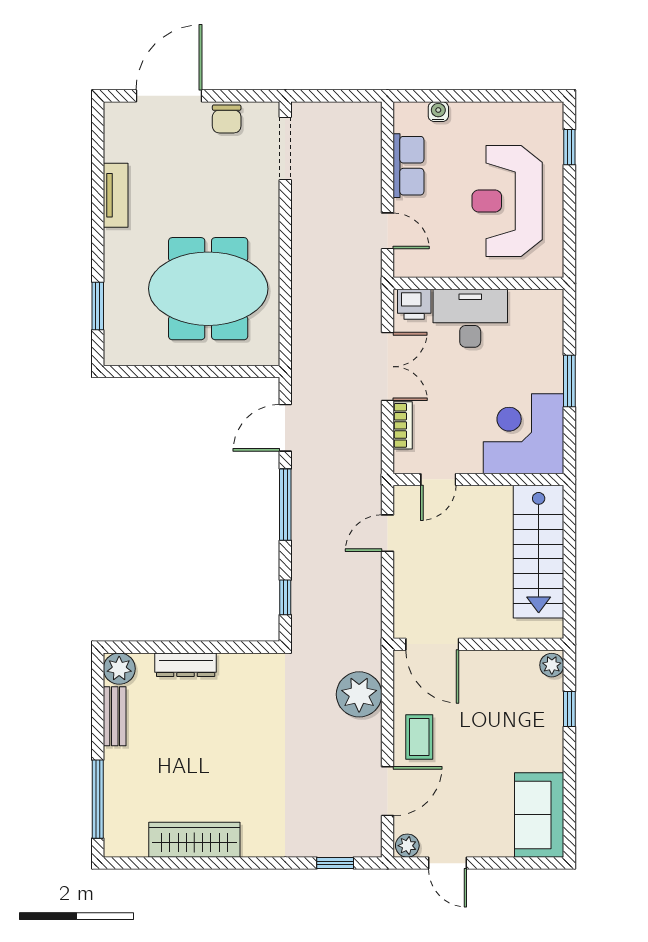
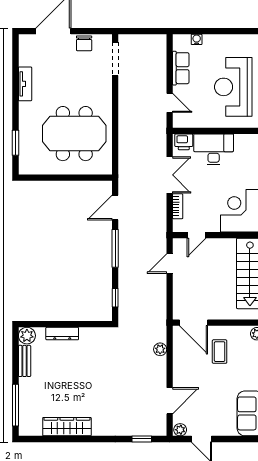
plant: (359, 694) -> (160, 349), width x0.53, depth x0.53
coffee table: (419, 737) -> (220, 352), moved

